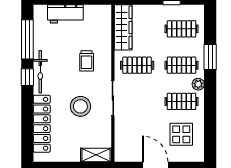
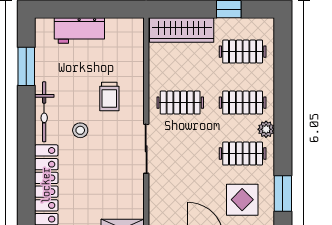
wardrobe: (123, 27) -> (182, 30), moved, turned 90
window: (27, 39) -> (26, 66), width x0.69
window: (210, 57) -> (283, 194), moved
window: (27, 77) -> (26, 119), removed
stool: (80, 106) -> (80, 130), moved, width x0.53, depth x0.53

